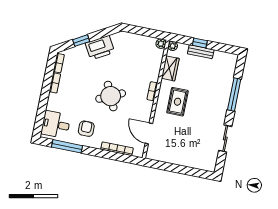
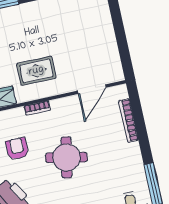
round table: (111, 96) -> (66, 157), turned 36
armchair: (86, 129) -> (17, 149), moved, turned 90

